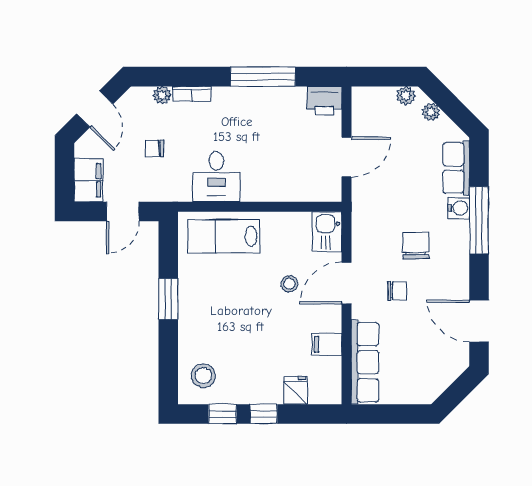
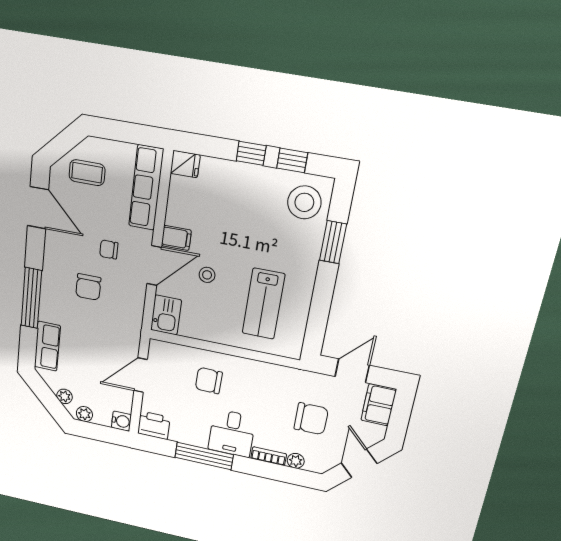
chair: (155, 148) -> (311, 419), width x1.87, depth x1.87
chair: (271, 167) -> (209, 381), added
desk: (216, 177) -> (232, 433), moved, turned 180
water cooler: (459, 208) -> (121, 421), moved, turned 180
lab bench: (224, 236) -> (263, 304), moved, turned 90
window: (168, 299) -> (333, 242), moved
filing cabinet: (327, 344) -> (176, 238), moved
coffee table: (429, 367) -> (87, 173), added
stool: (203, 376) -> (304, 202), width x1.38, depth x1.38
fridge: (296, 390) -> (185, 164), moved, turned -90

